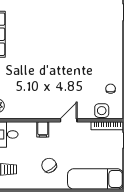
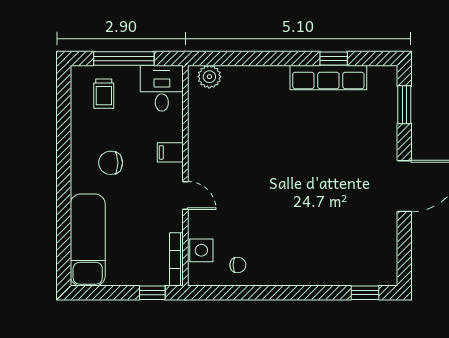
chair: (49, 165) -> (111, 163), turned -144

